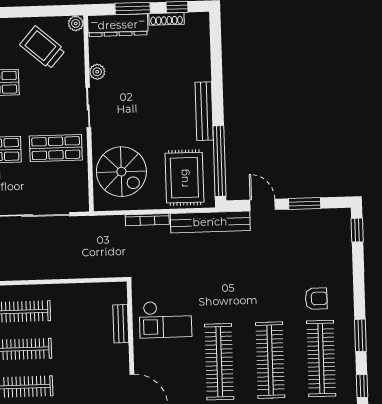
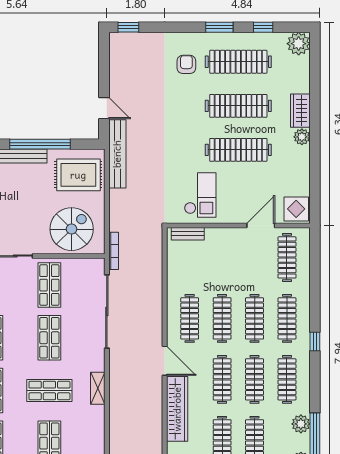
window: (219, 161) -> (40, 144), moved
window: (305, 204) -> (104, 72), removed
door: (263, 205) -> (104, 108), swing flipped
bookcase: (147, 220) -> (114, 251), moved
bench: (121, 324) -> (188, 234), moved

